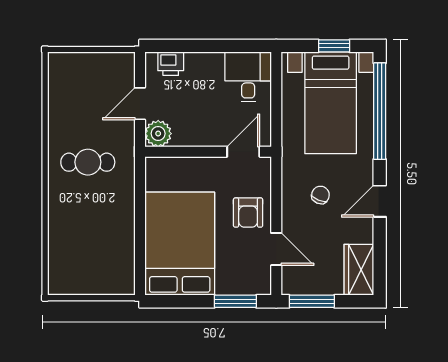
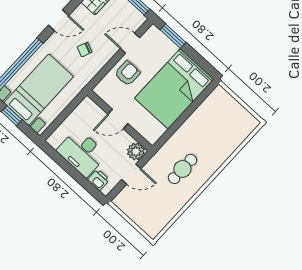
desk: (248, 77) -> (82, 153), moved, width x1.37
door: (243, 152) -> (118, 119), moved
cafe table: (88, 162) -> (182, 169), turned 90
door: (276, 249) -> (130, 43), hinge flipped

